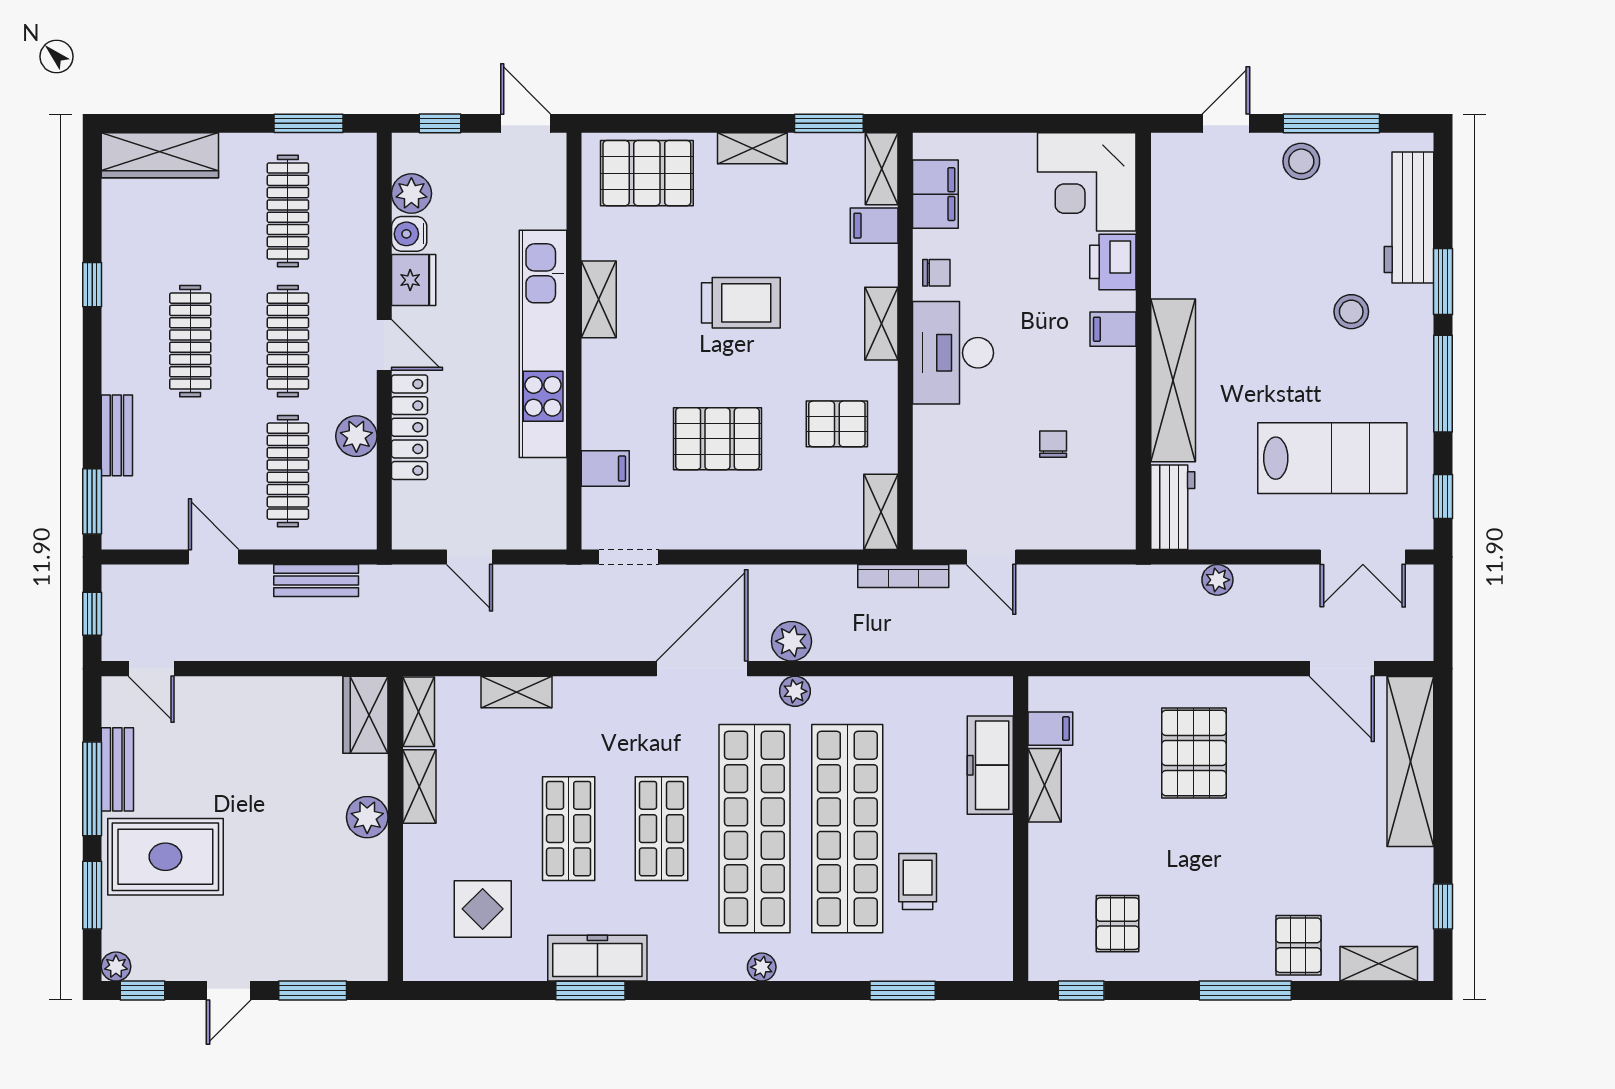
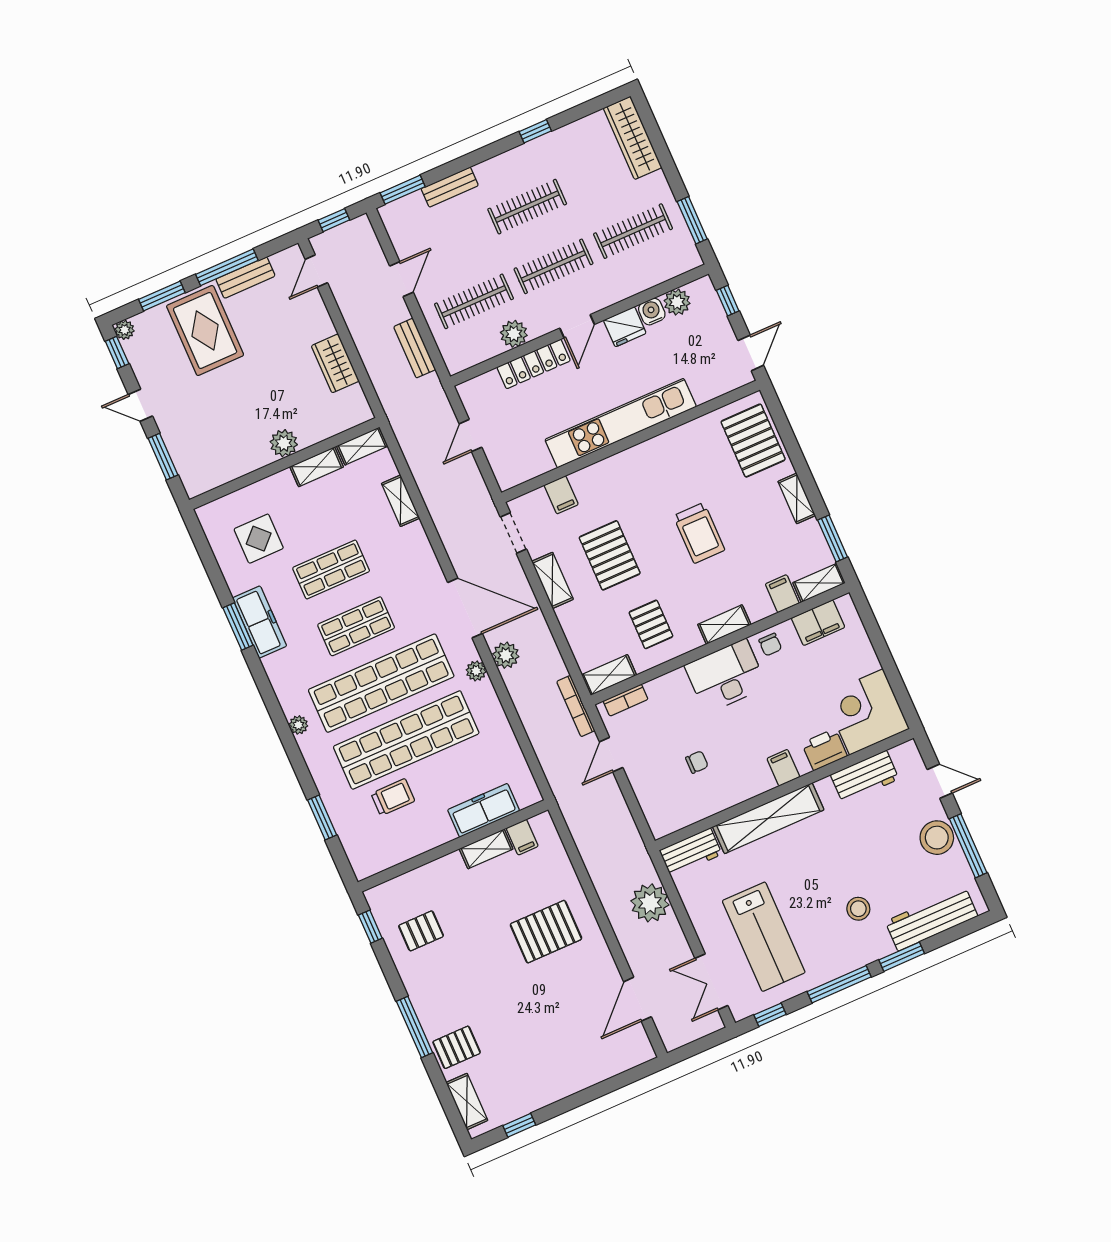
stool: (1301, 161) -> (937, 838), width x1.38, depth x1.38
workbench: (1175, 223) -> (865, 777), added
shelving: (599, 299) -> (552, 580), moved, turned 90
bookcase: (925, 504) -> (626, 700), added
plant: (1217, 580) -> (650, 903), width x1.88, depth x1.88
wardrobe: (365, 715) -> (335, 363), moved, turned -90
shelving: (1410, 761) -> (599, 1066), removed

